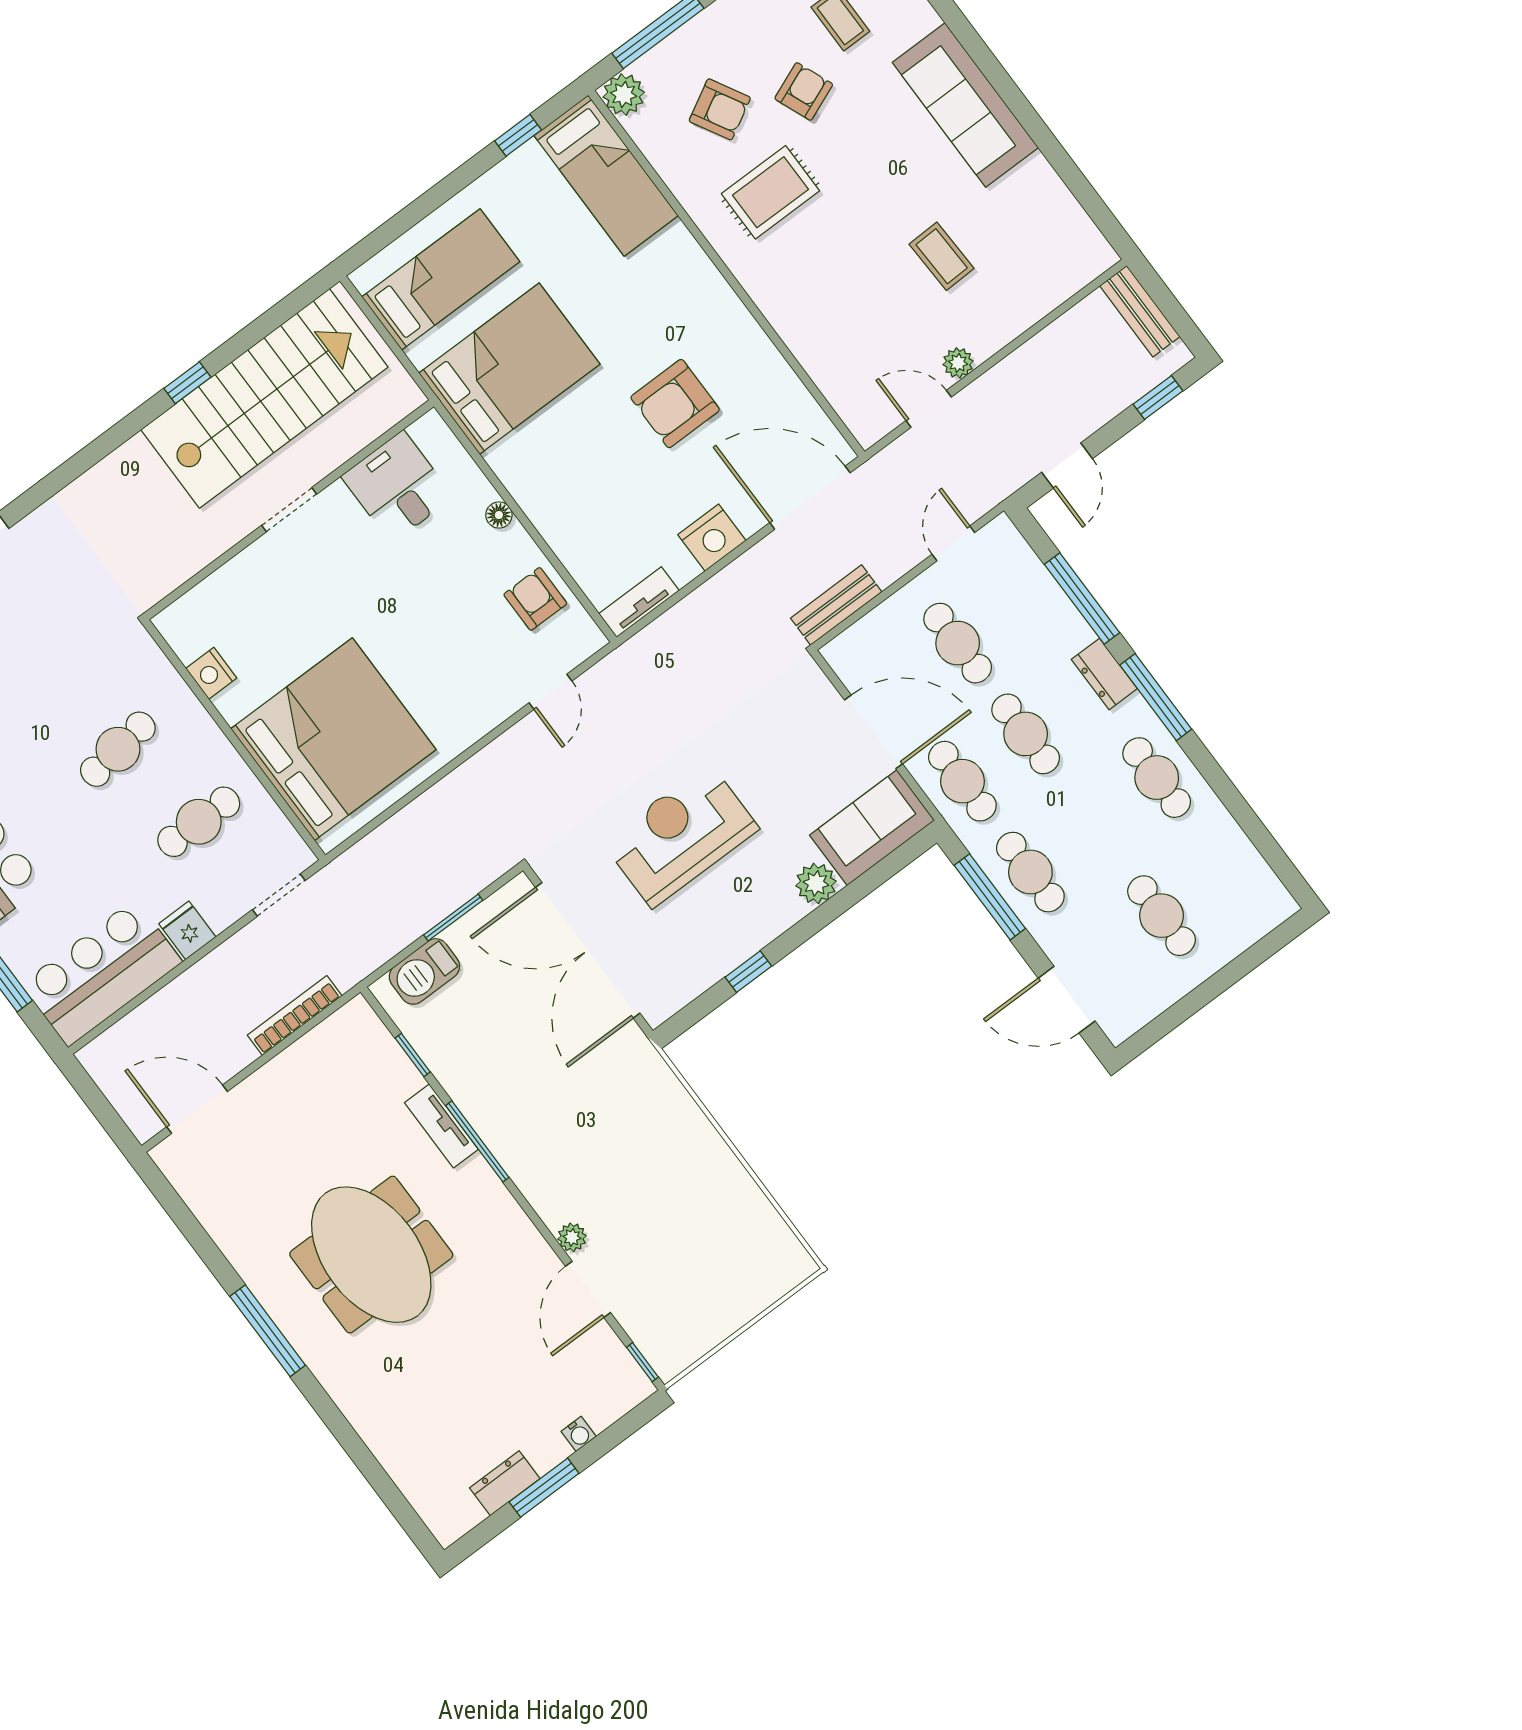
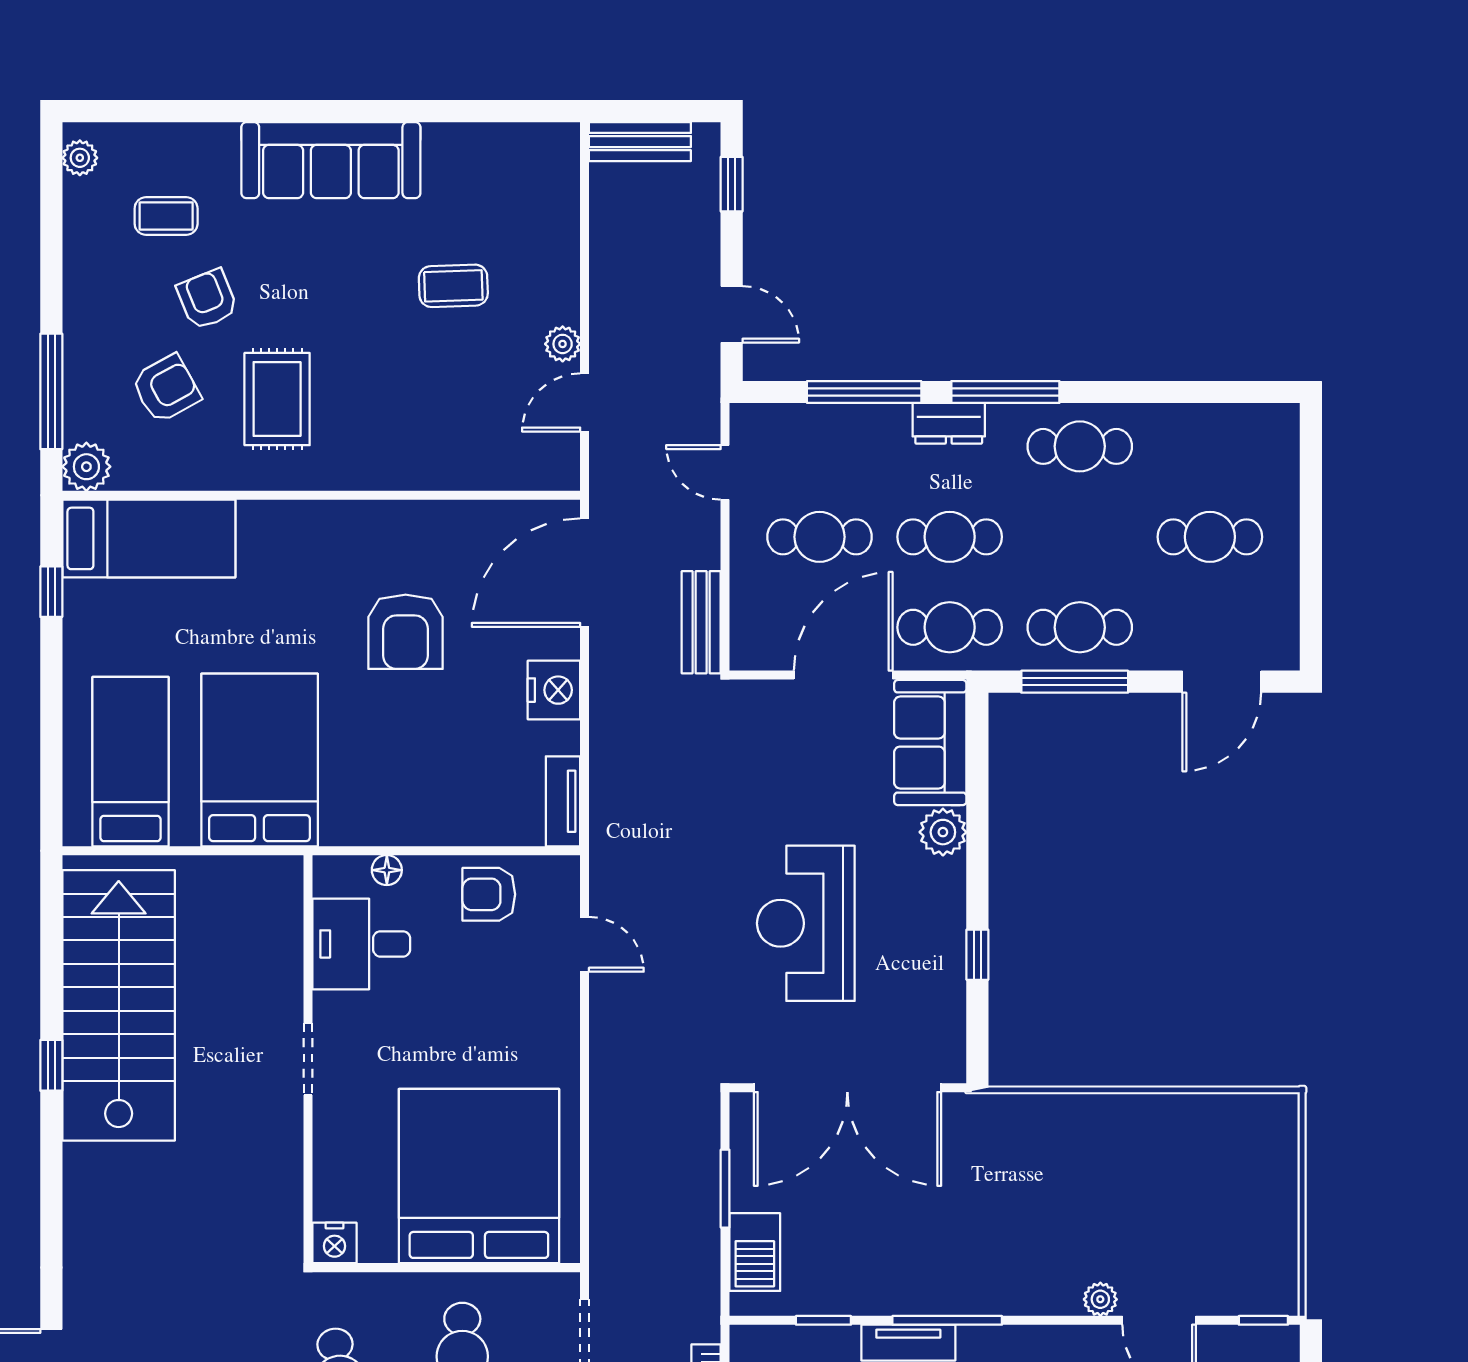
desk: (397, 487) -> (361, 944), moved
doorway: (289, 510) -> (308, 1059), moved
wall: (289, 510) -> (308, 1059), moved

